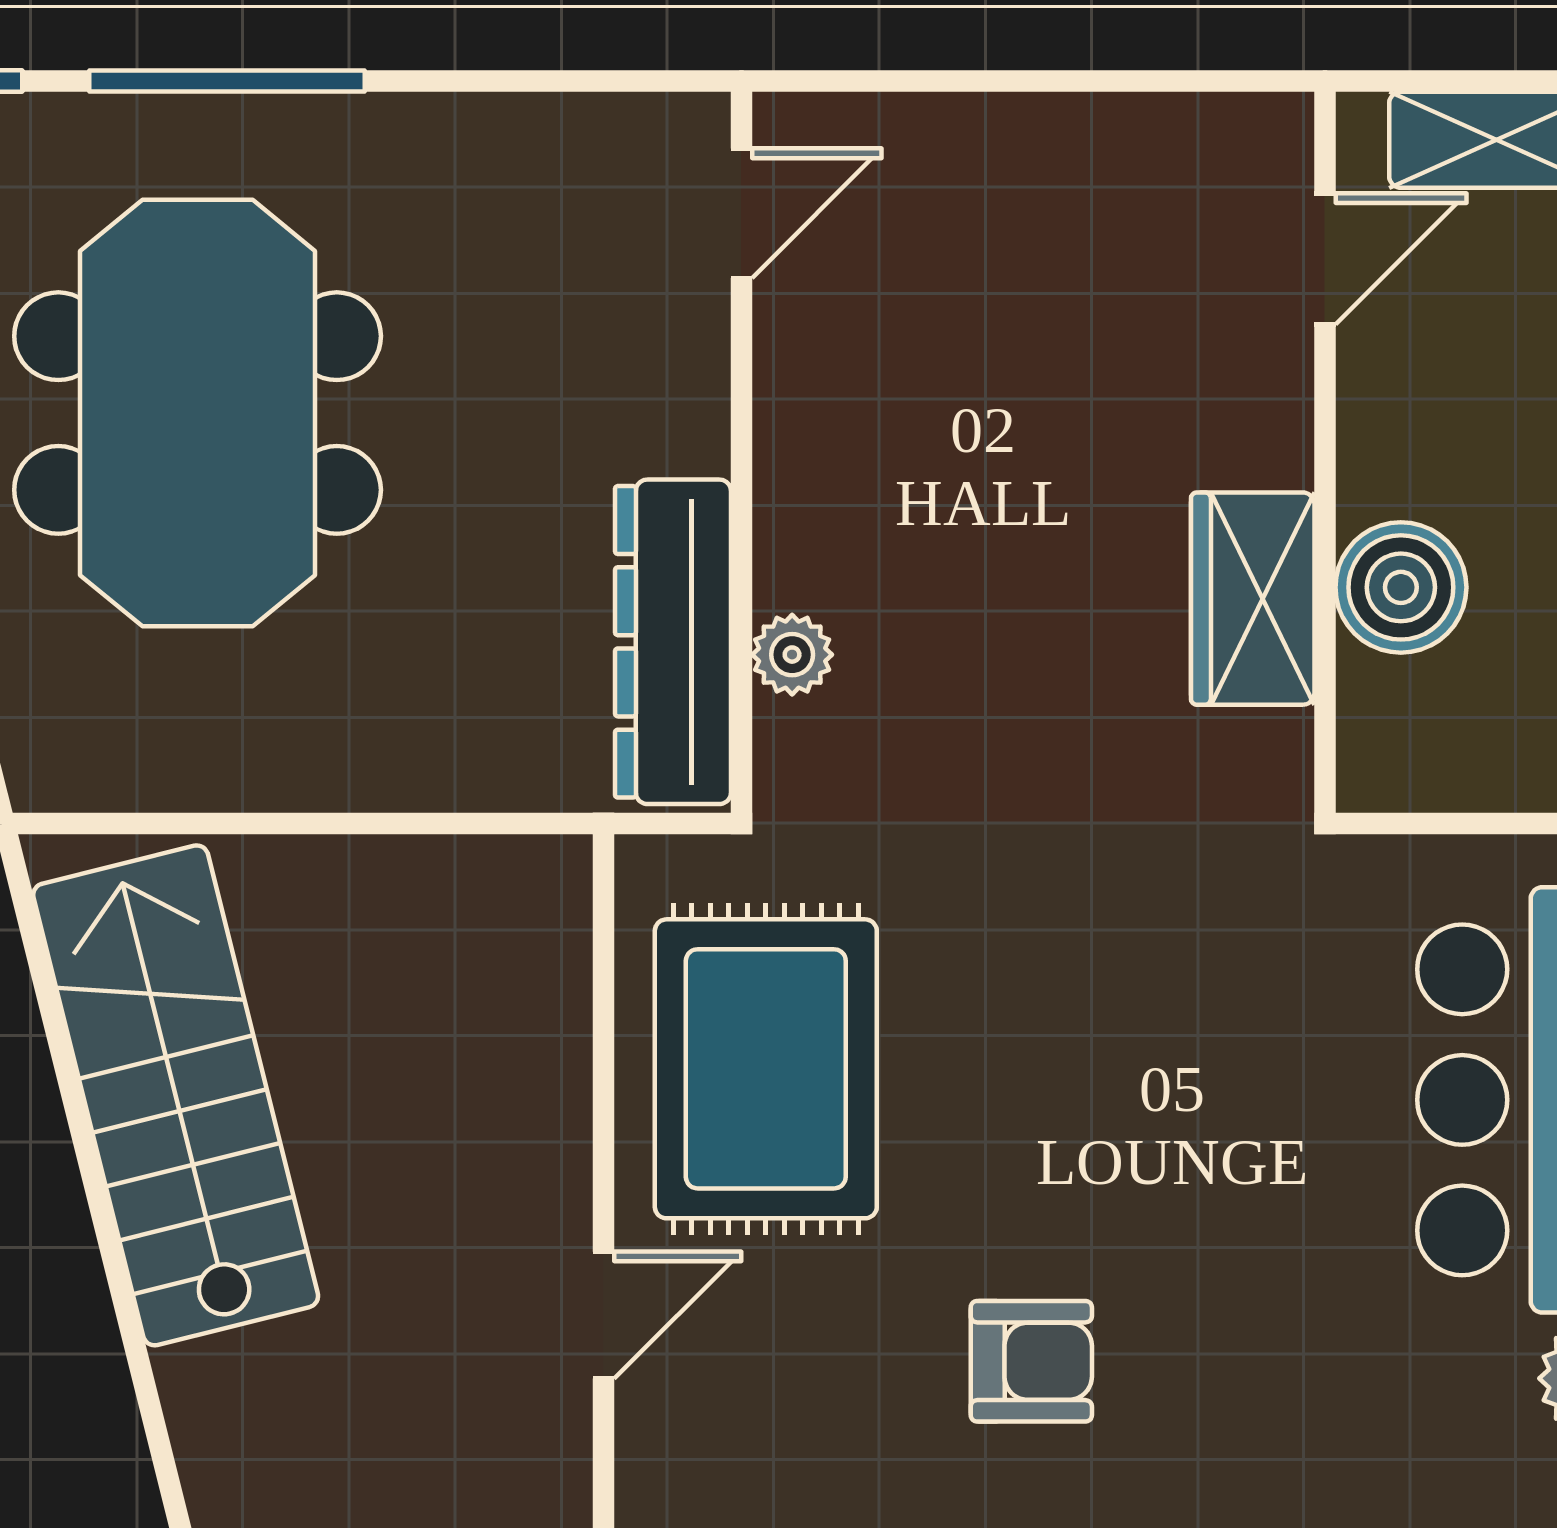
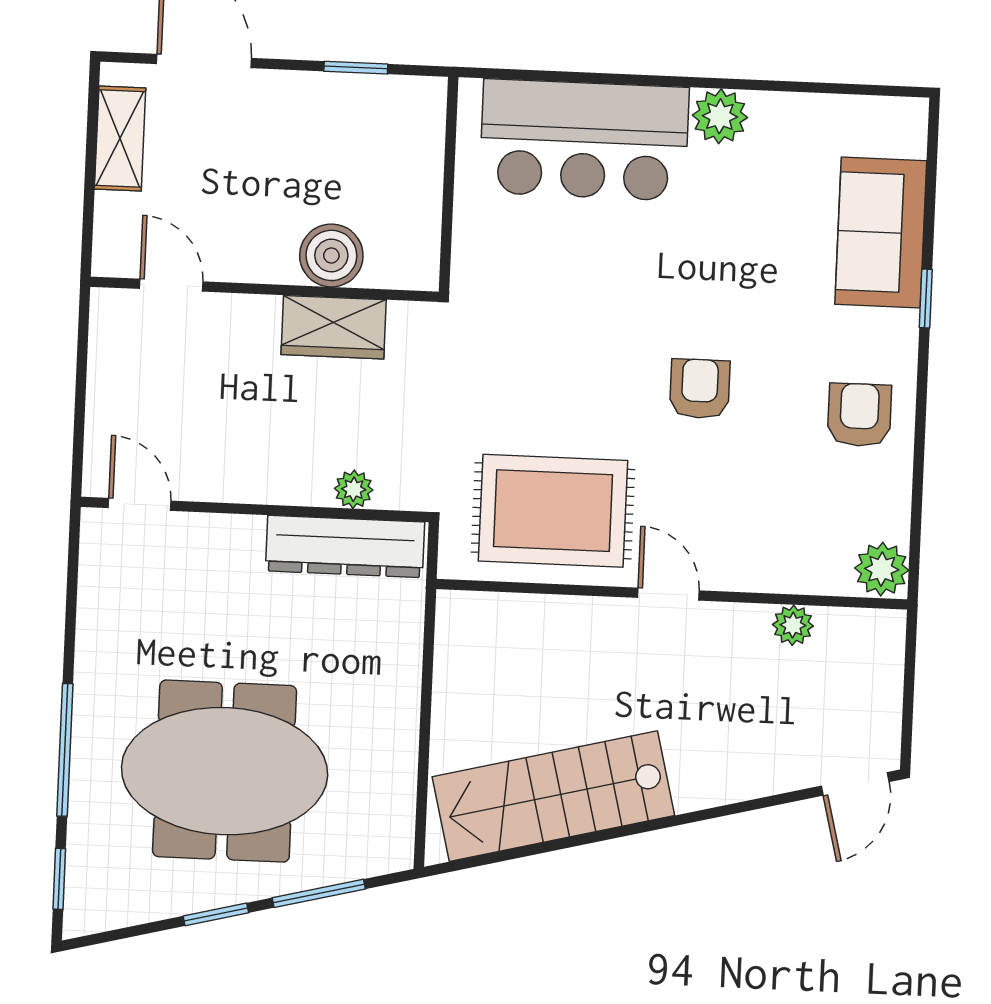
door: (1325, 259) -> (171, 285), moved
wall: (1325, 452) -> (265, 289), moved
boiler: (1401, 587) -> (331, 255), moved
wardrobe: (1253, 599) -> (334, 327), moved

